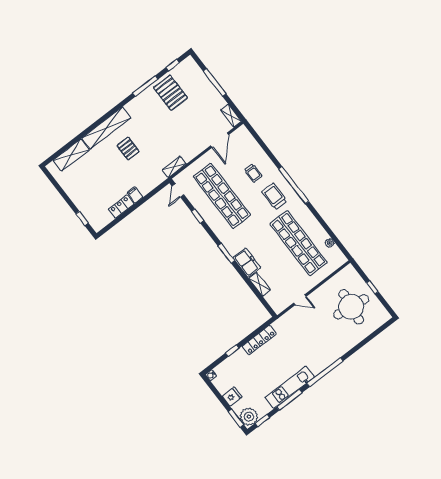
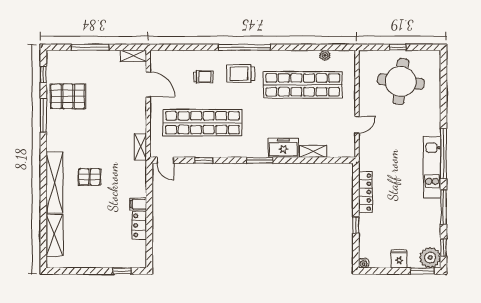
kitchen unit: (290, 387) -> (432, 167), moved

